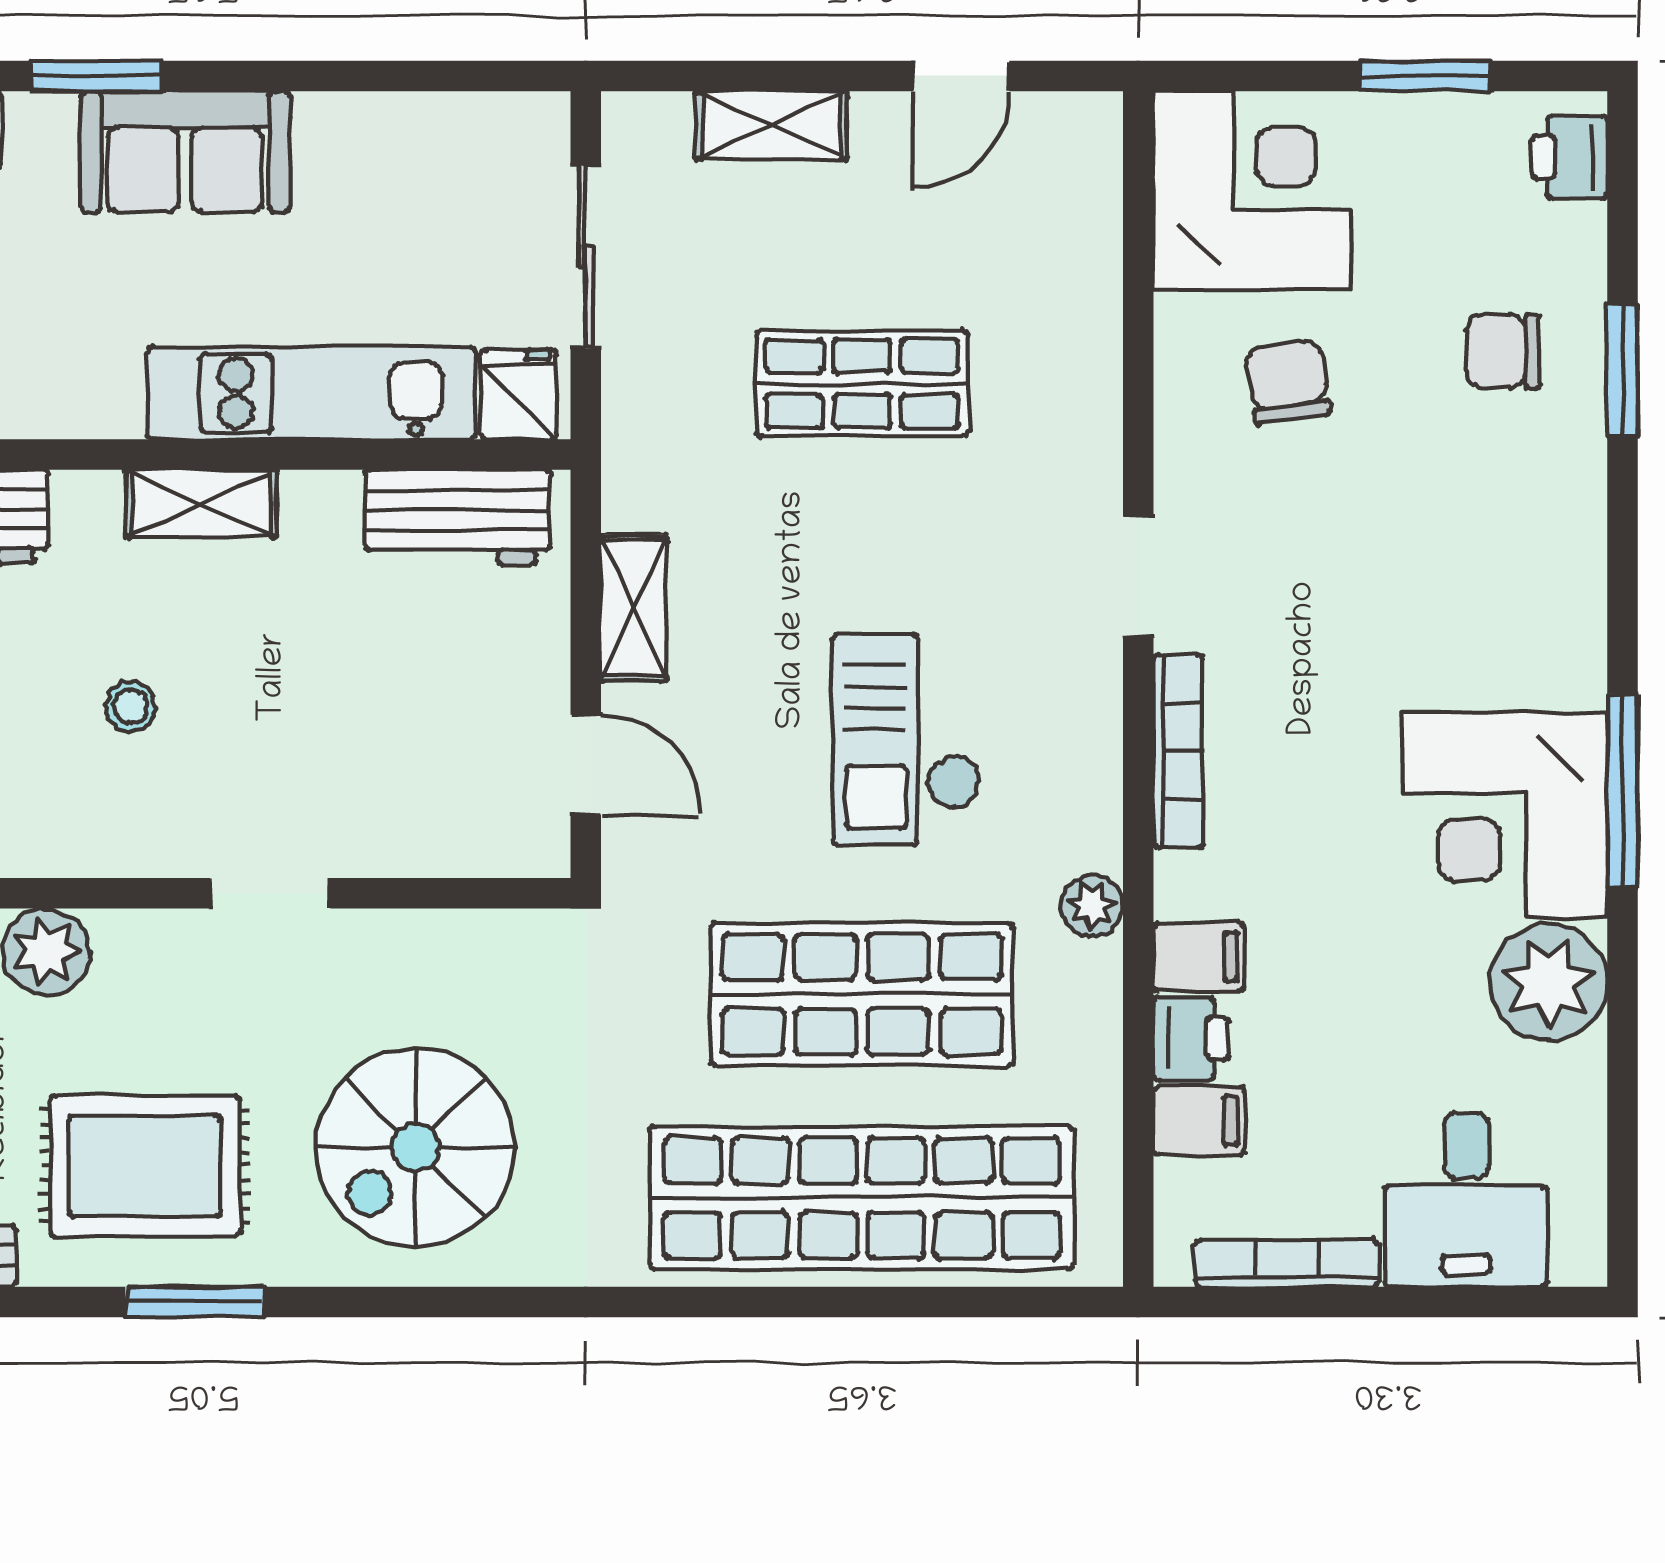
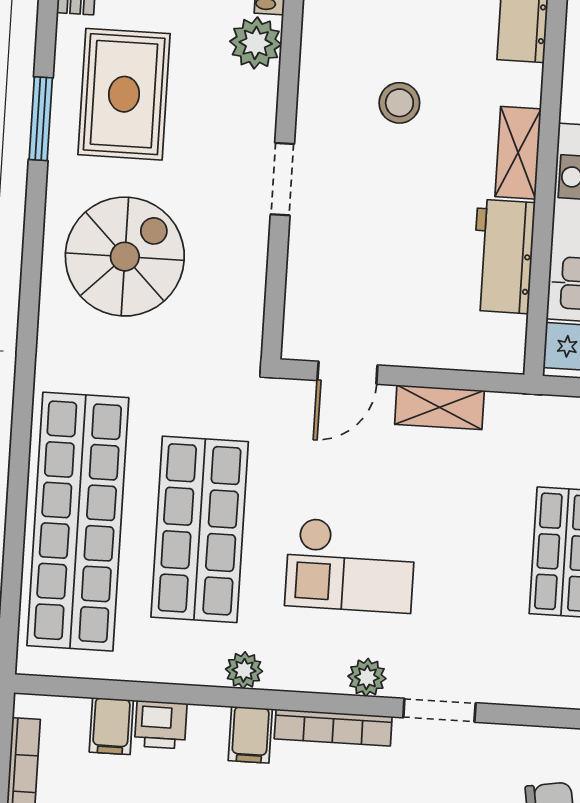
workbench: (457, 517) -> (503, 256), moved
plant: (1091, 700) -> (367, 677), added
stool: (131, 706) -> (399, 103), width x1.37, depth x1.37
checkout: (906, 740) -> (350, 565), turned 180
filing cabinet: (1199, 957) -> (250, 735), moved
spiral stairs: (415, 1148) -> (125, 257), turned 90

